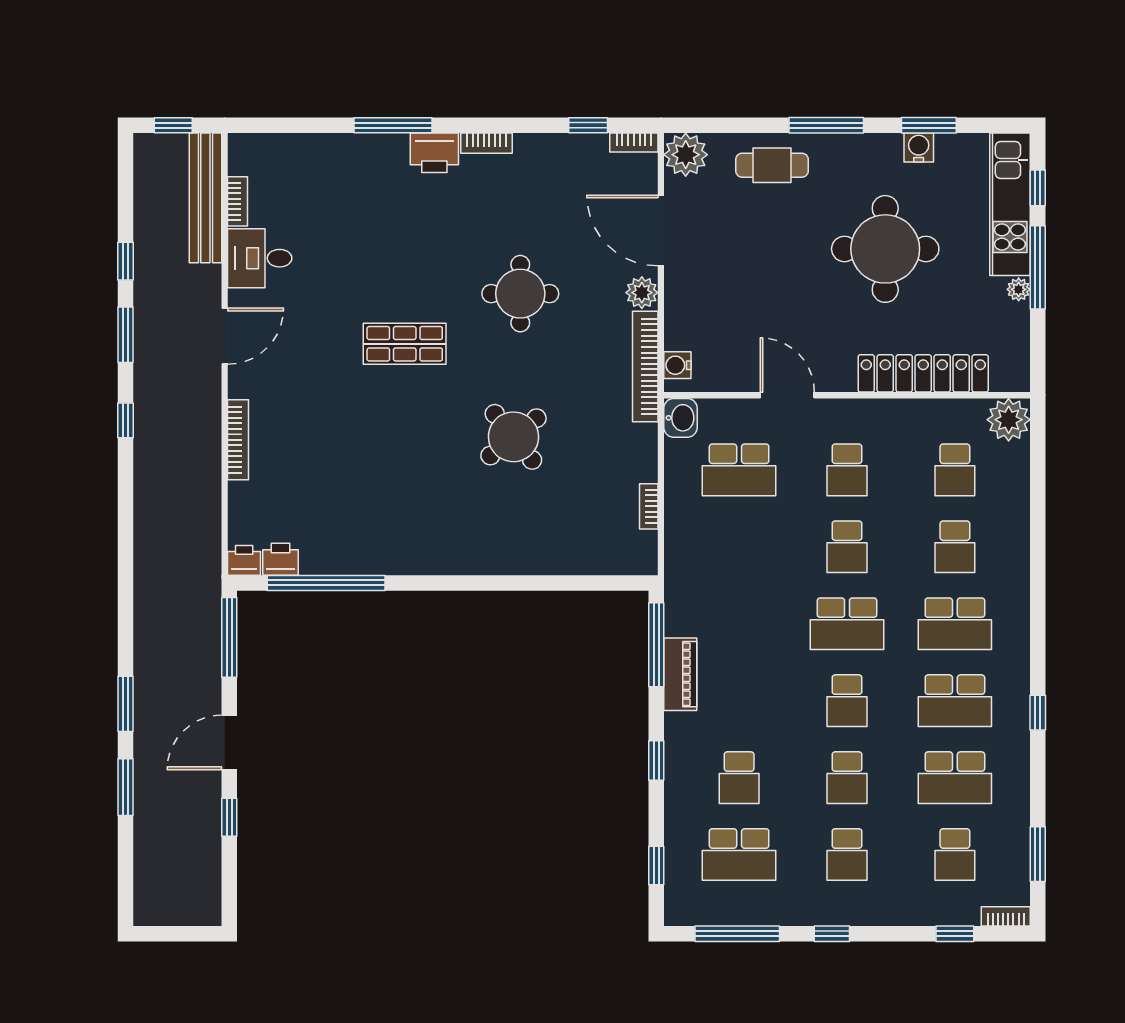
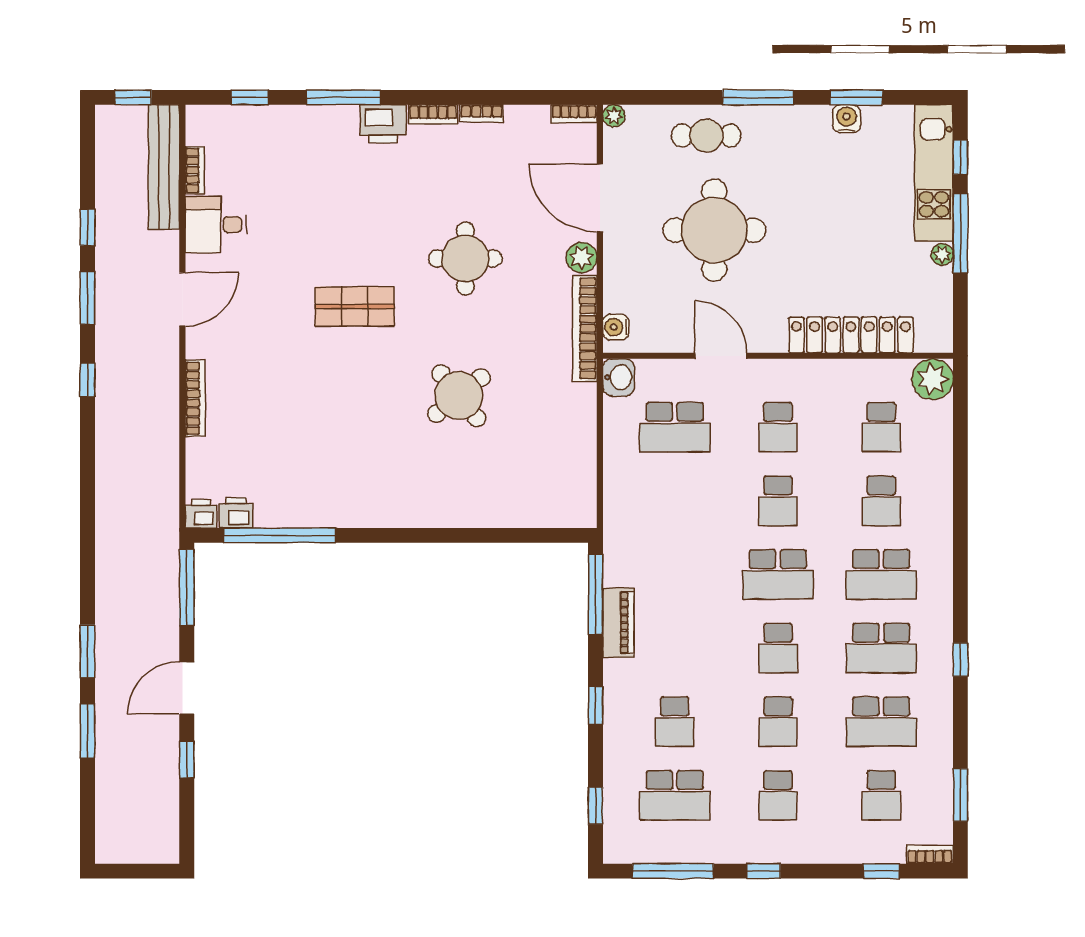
window: (588, 125) -> (250, 97), moved
plant: (686, 155) -> (614, 116), width x0.53, depth x0.53
round table: (885, 249) -> (714, 230), moved
bookcase: (649, 506) -> (482, 113), moved, turned -90

